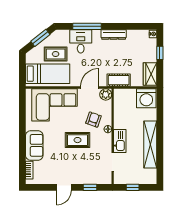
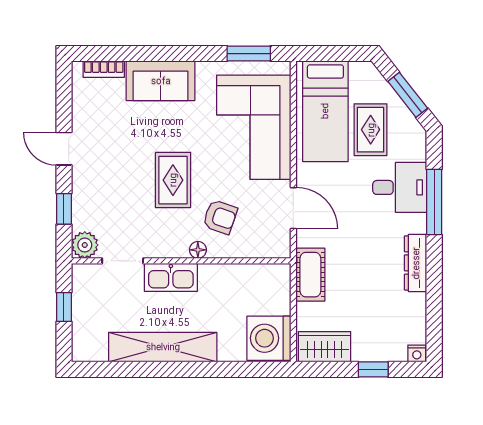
plant: (106, 94) -> (85, 245), moved
window: (22, 107) -> (249, 54), added

